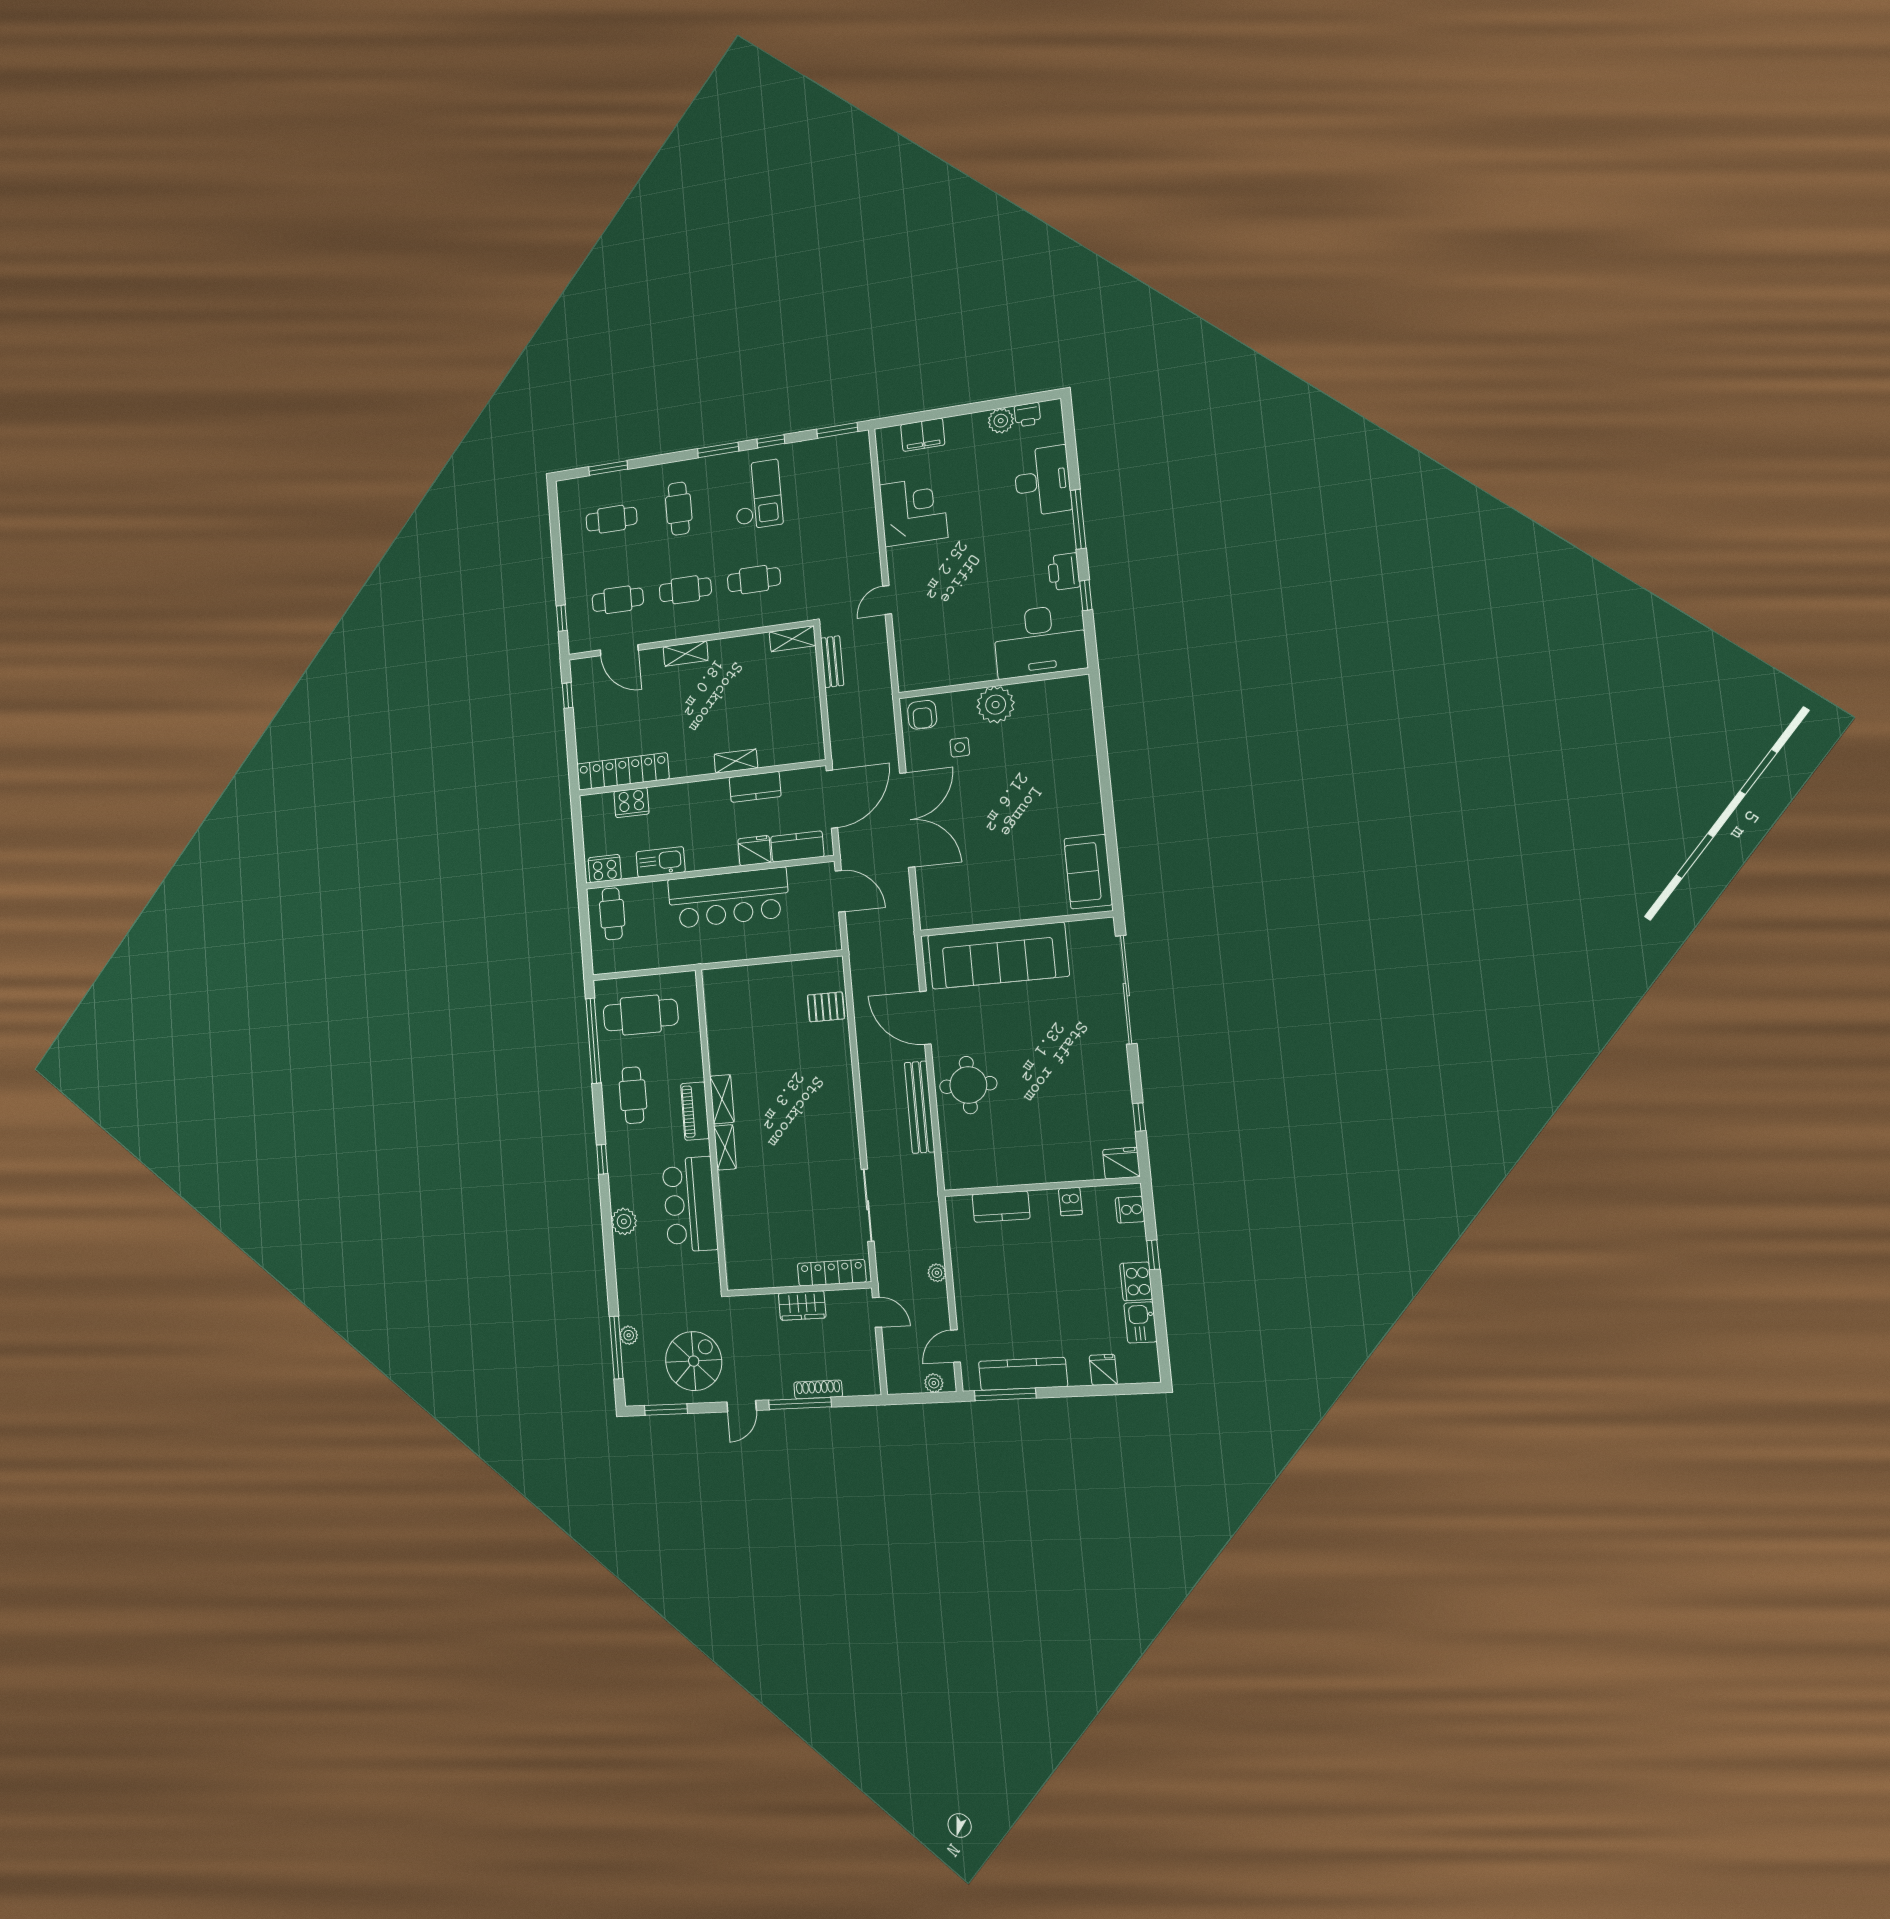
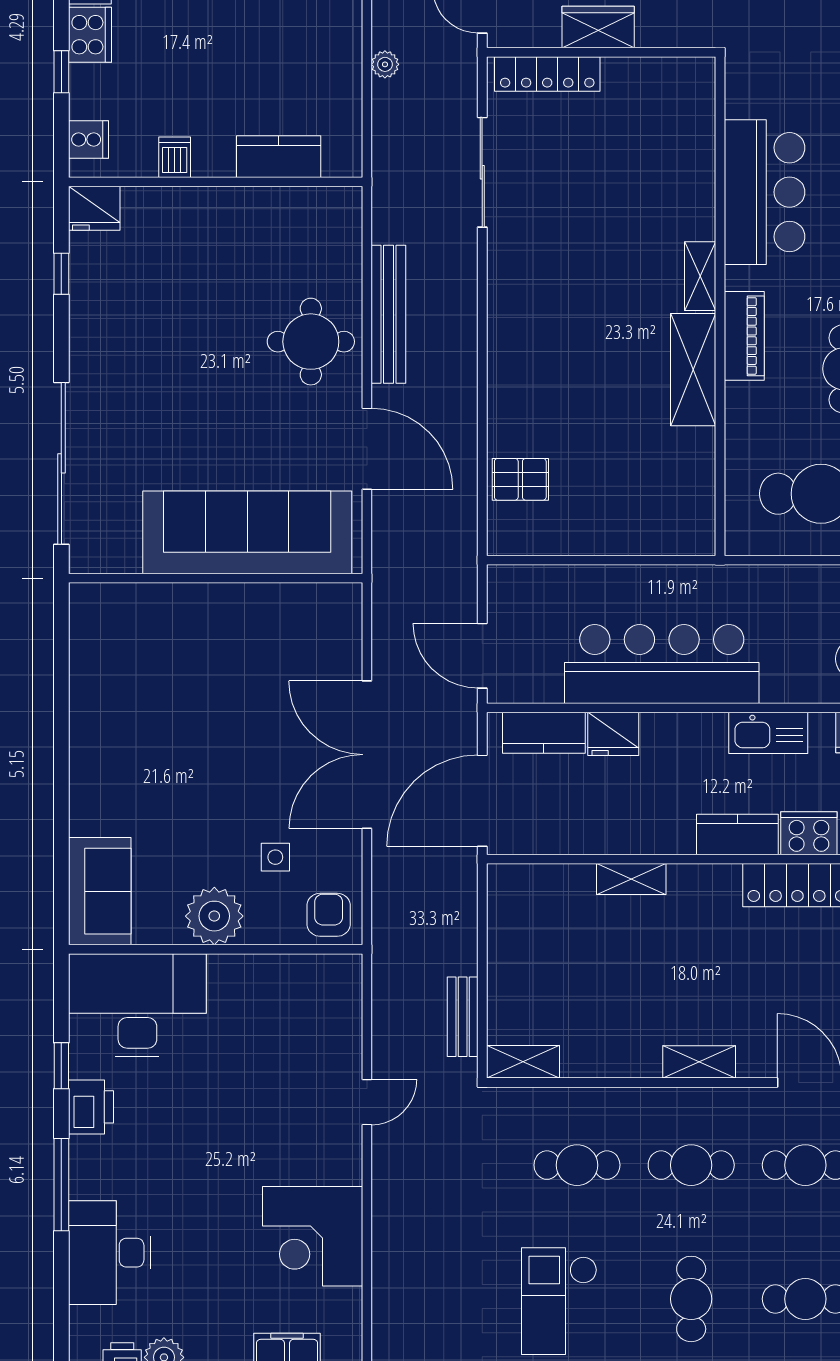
kitchen counter: (755, 787) -> (737, 834), moved
sofa: (1088, 872) -> (100, 891), moved
shelving: (722, 1099) -> (693, 370), width x1.50, depth x1.33

